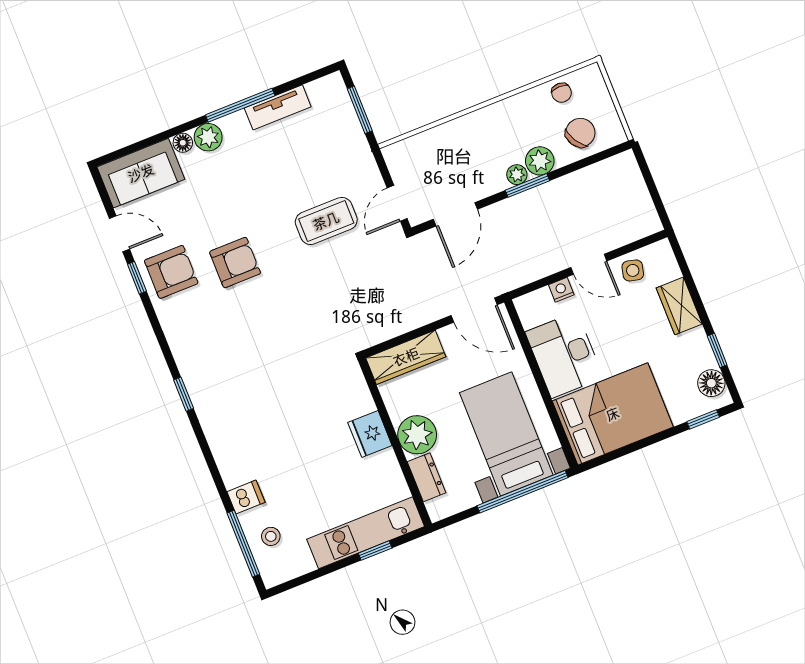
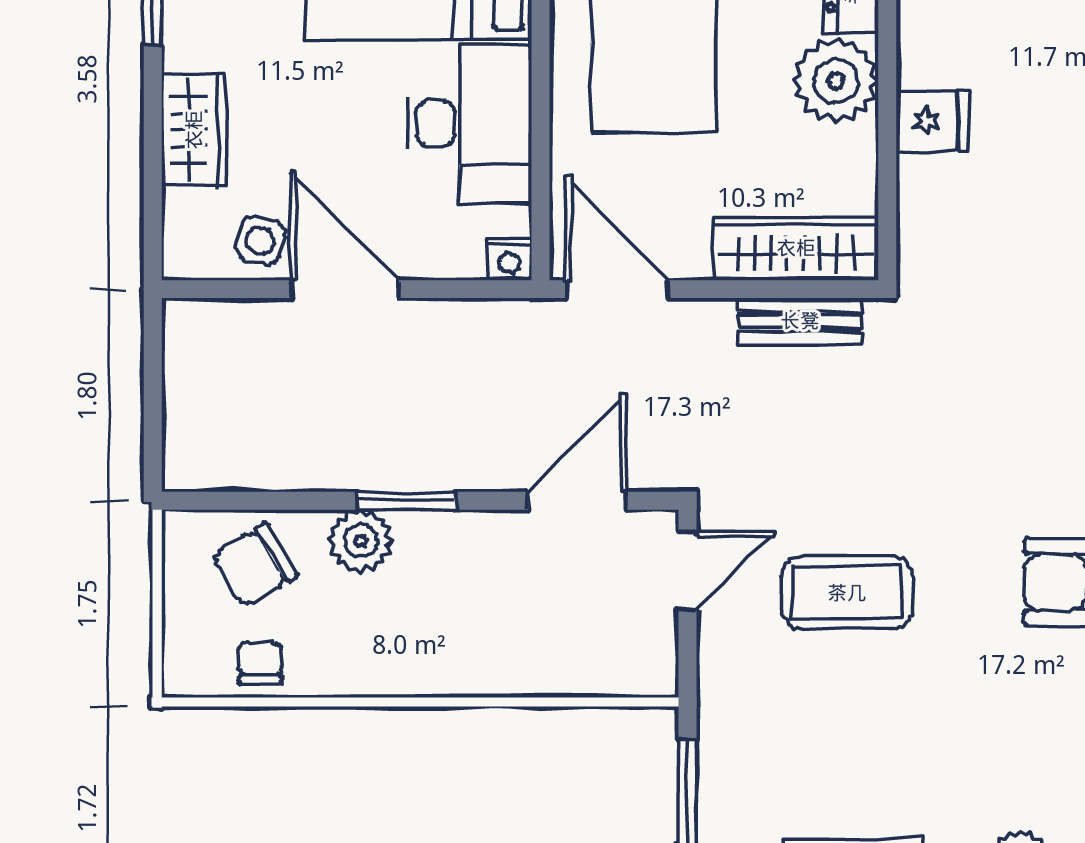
plant: (517, 175) -> (419, 532), removed
door: (589, 264) -> (345, 289), width x1.38
nightstand: (561, 290) -> (510, 259), moved
bench: (392, 327) -> (800, 321), added
fridge: (370, 434) -> (932, 121), width x0.72

